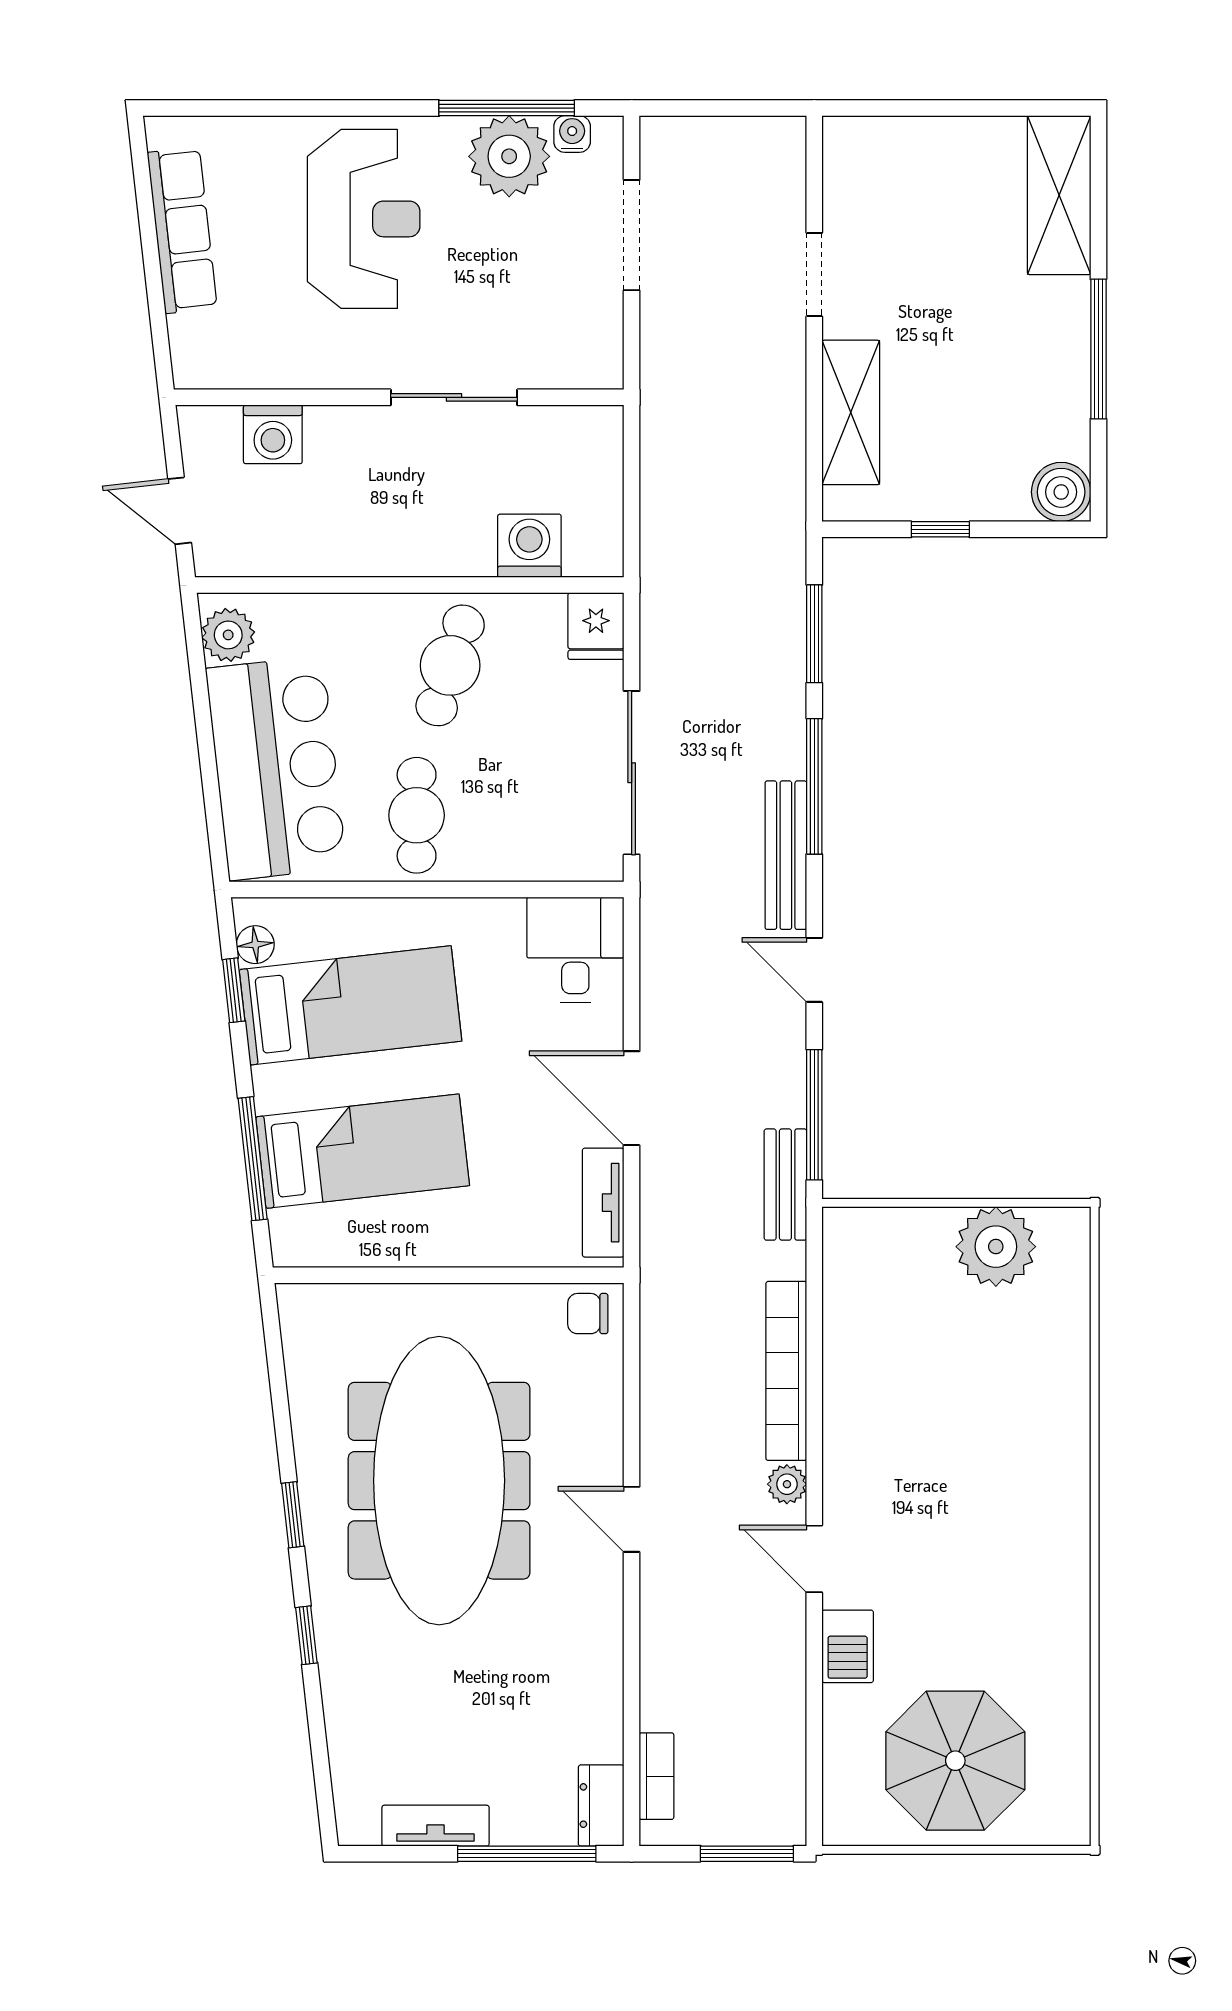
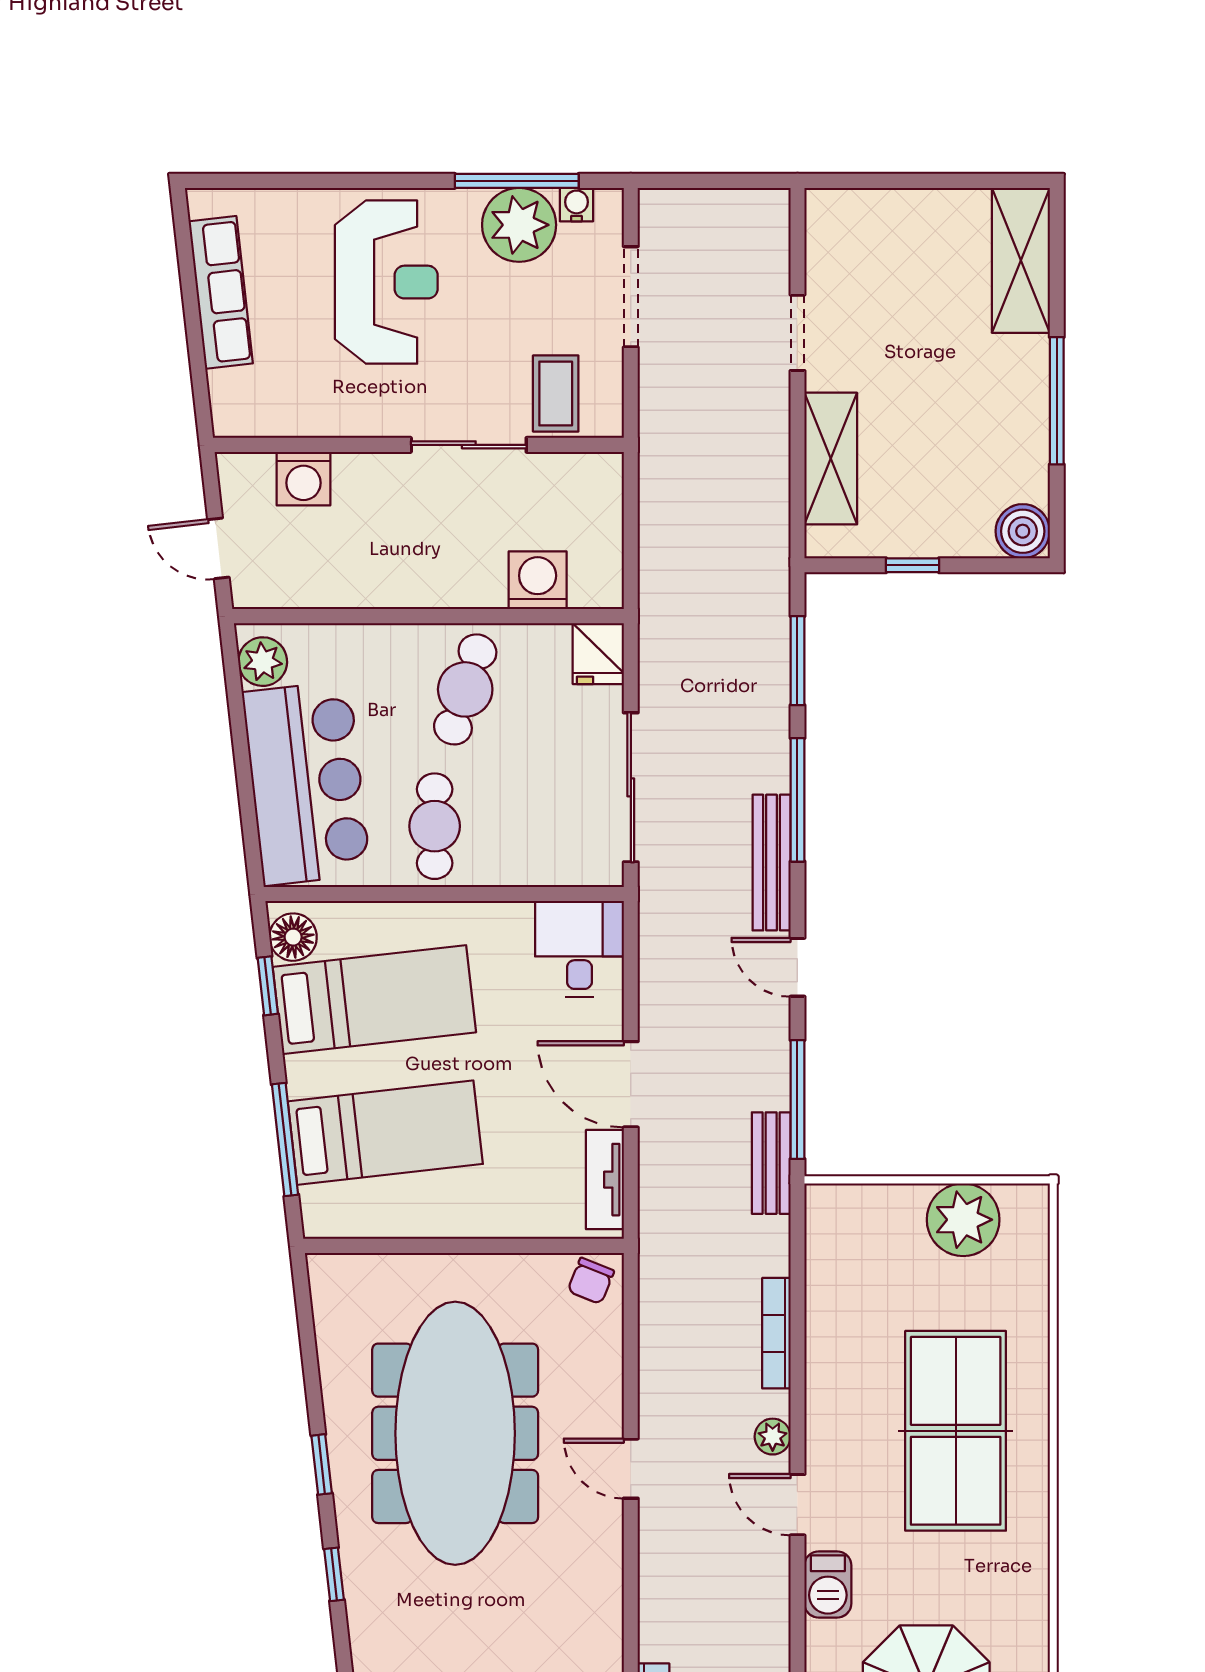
coffee table: (549, 341) -> (556, 393), added
floor lamp: (255, 945) -> (293, 937), width x1.37, depth x1.37
chair: (588, 1314) -> (591, 1281), turned -68
bookcase: (786, 1371) -> (776, 1333), width x0.68, depth x0.76
table tennis table: (988, 1478) -> (956, 1431), added

